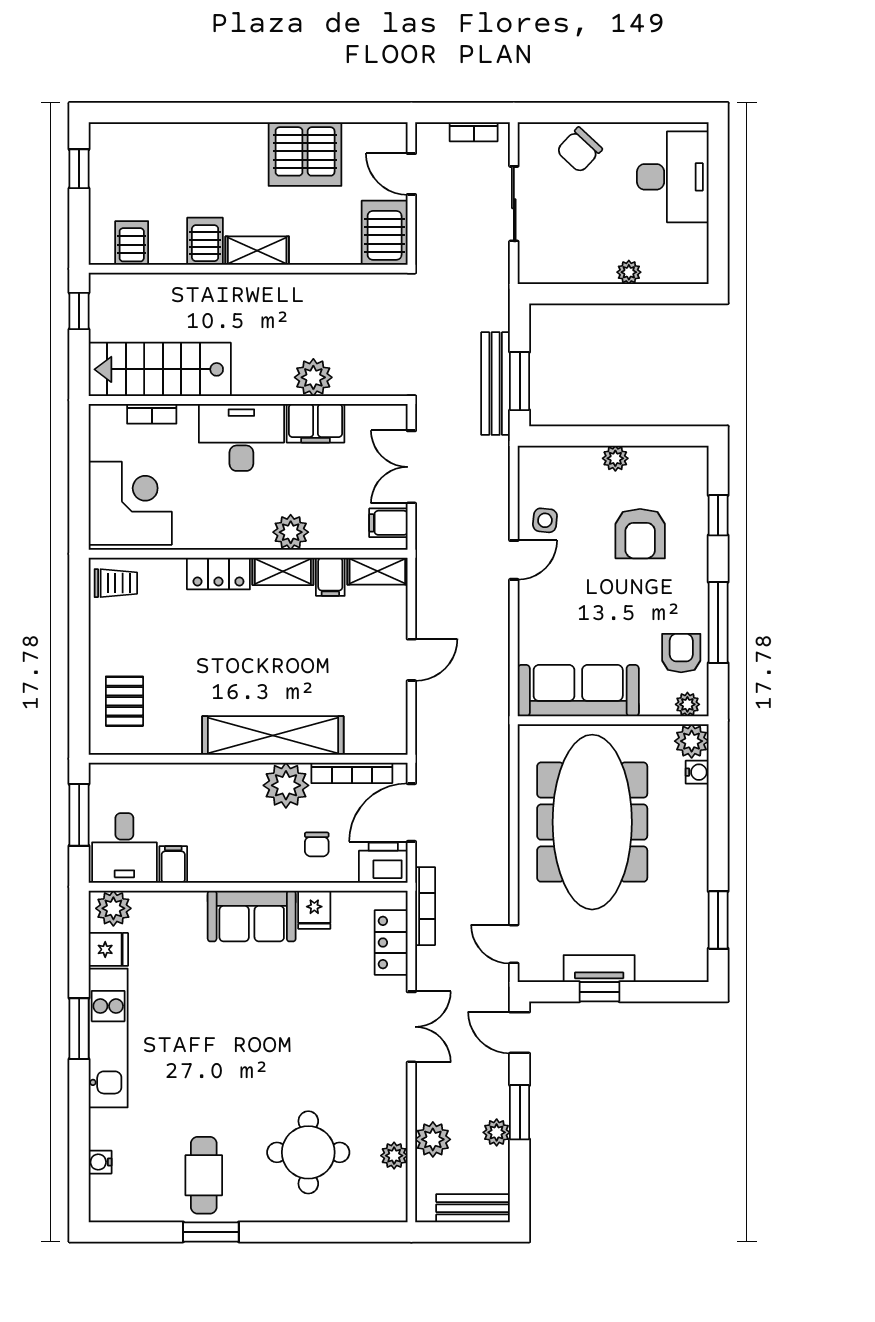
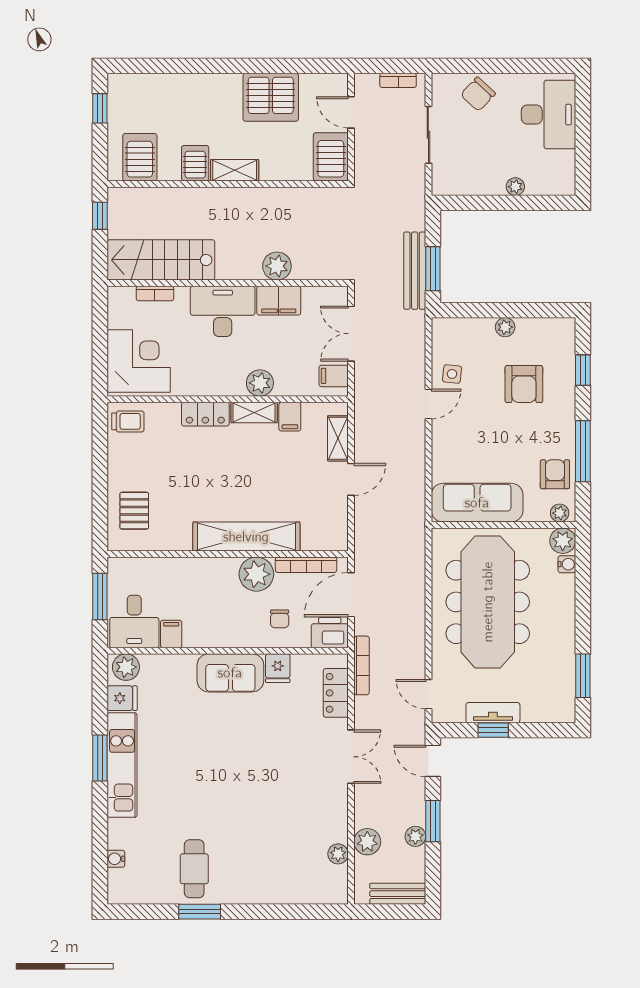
server rack: (132, 243) -> (140, 157), width x1.36, depth x1.44
shelving: (377, 571) -> (338, 438), moved, turned 90
round table: (308, 1152) -> (273, 851), removed

